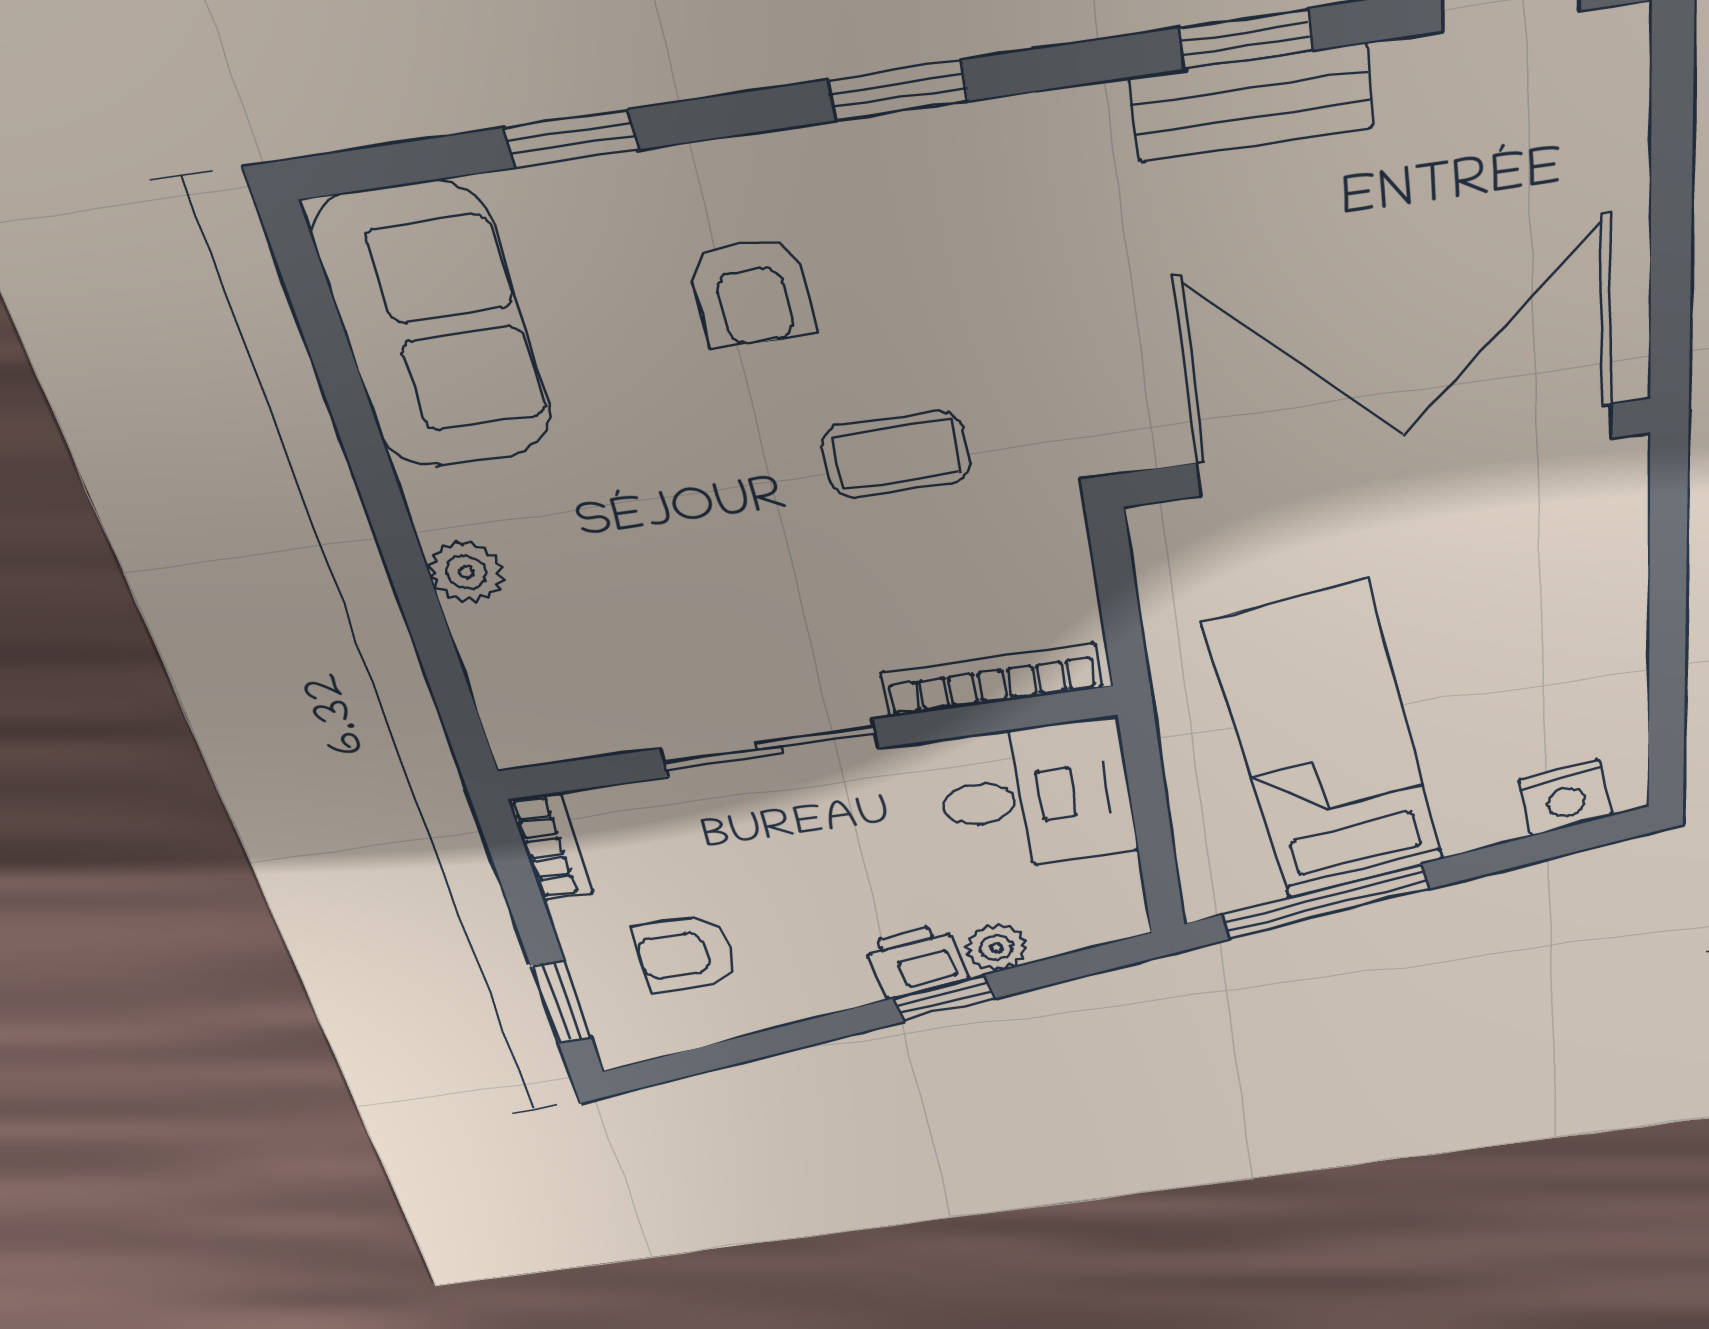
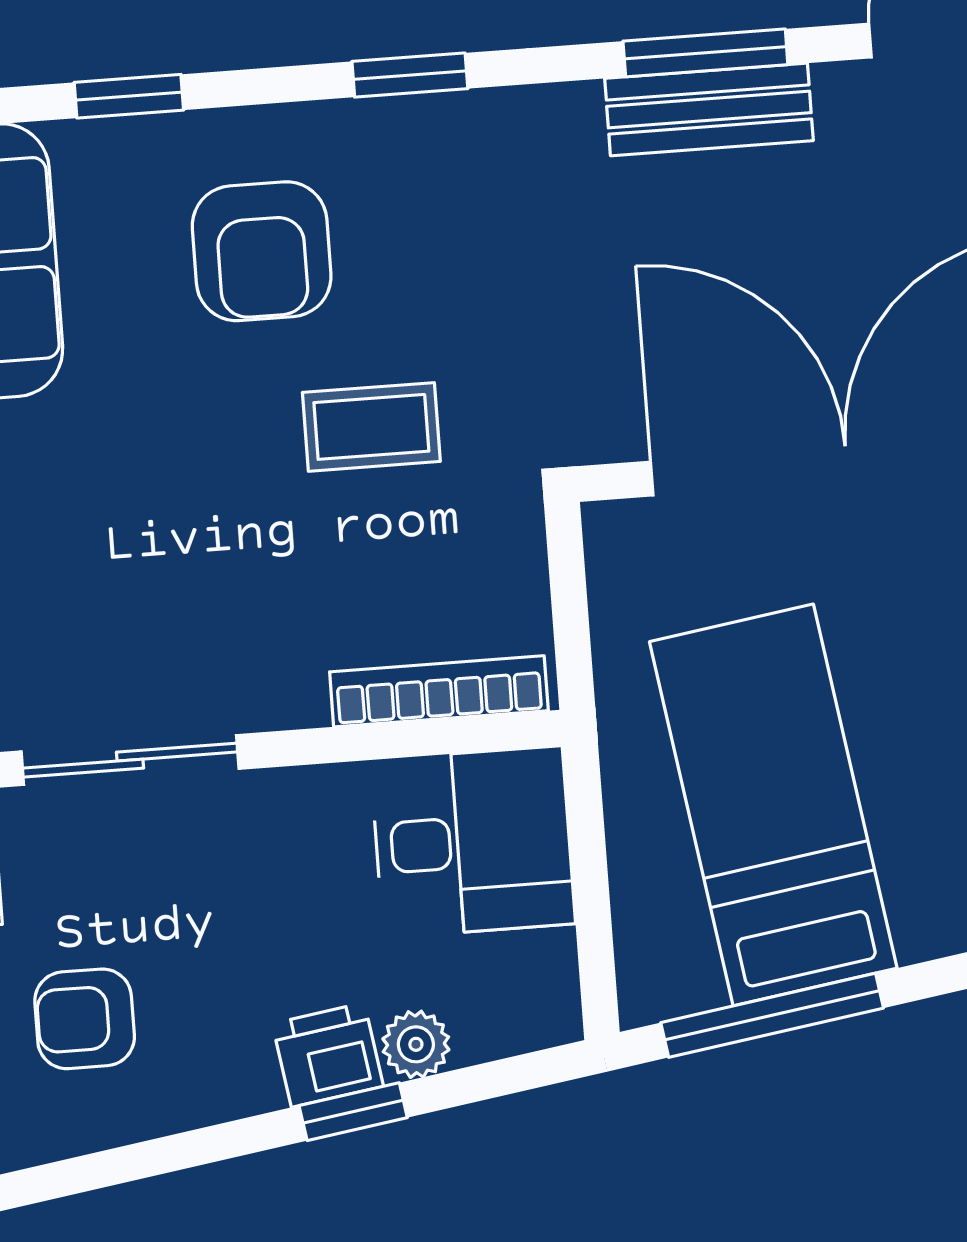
window: (1246, 39) -> (705, 53), width x1.50
armchair: (752, 292) -> (262, 251), width x1.38, depth x1.38
sliding door: (770, 748) -> (130, 760), moved

